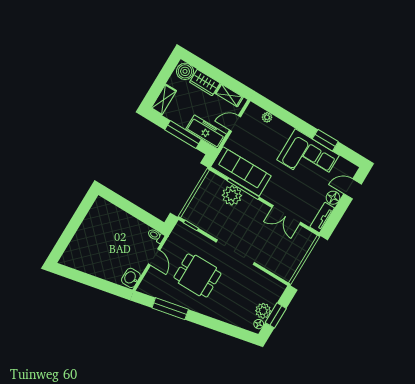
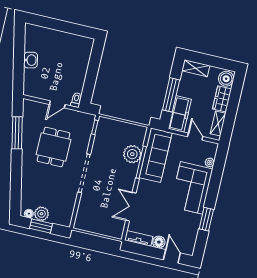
corner sofa: (308, 157) -> (191, 188), moved
washbasin: (131, 278) -> (31, 60), moved, turned 78

